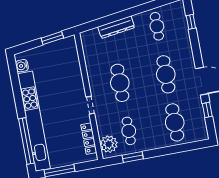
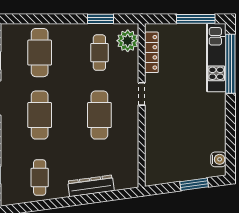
window: (52, 38) -> (194, 184), moved
kitchen unit: (34, 121) -> (216, 58), width x0.54

